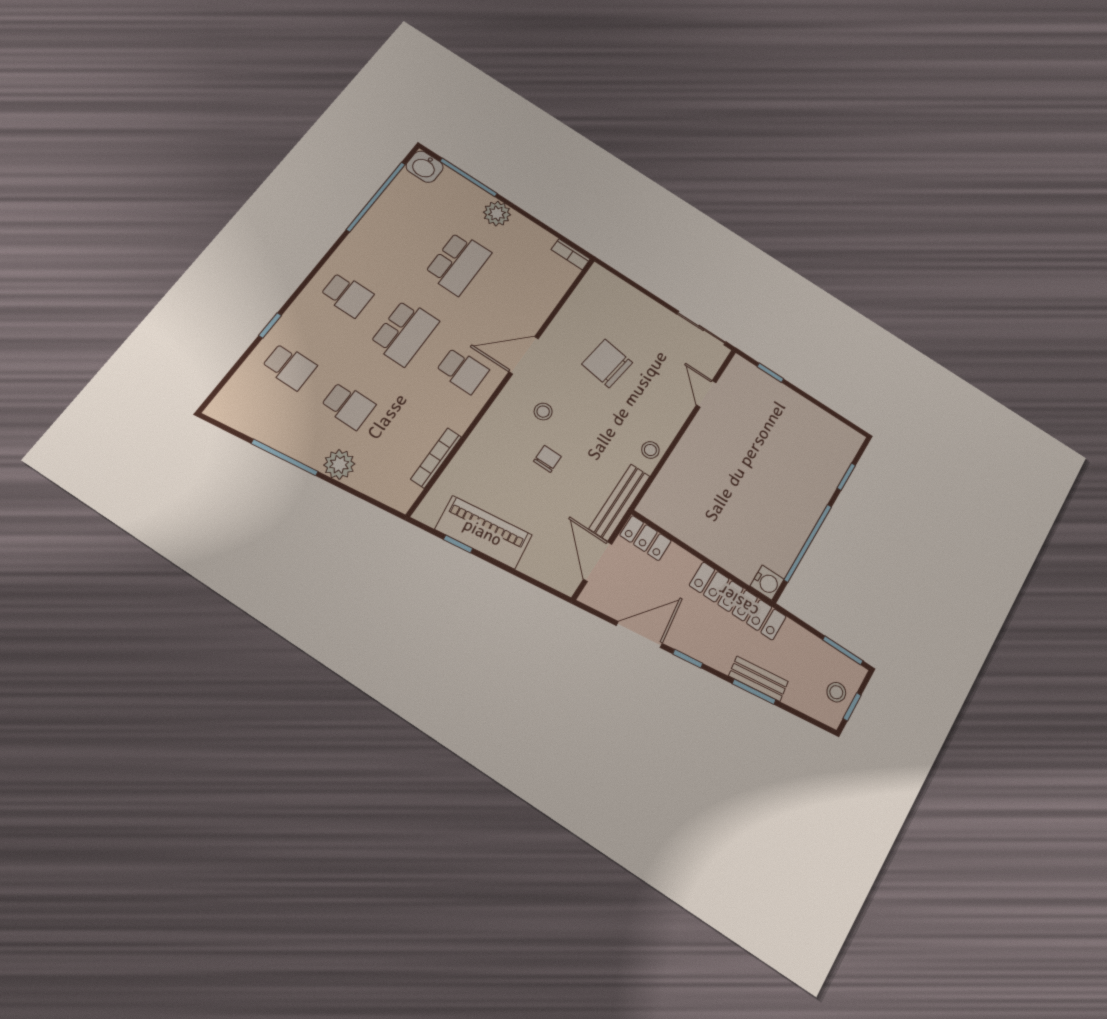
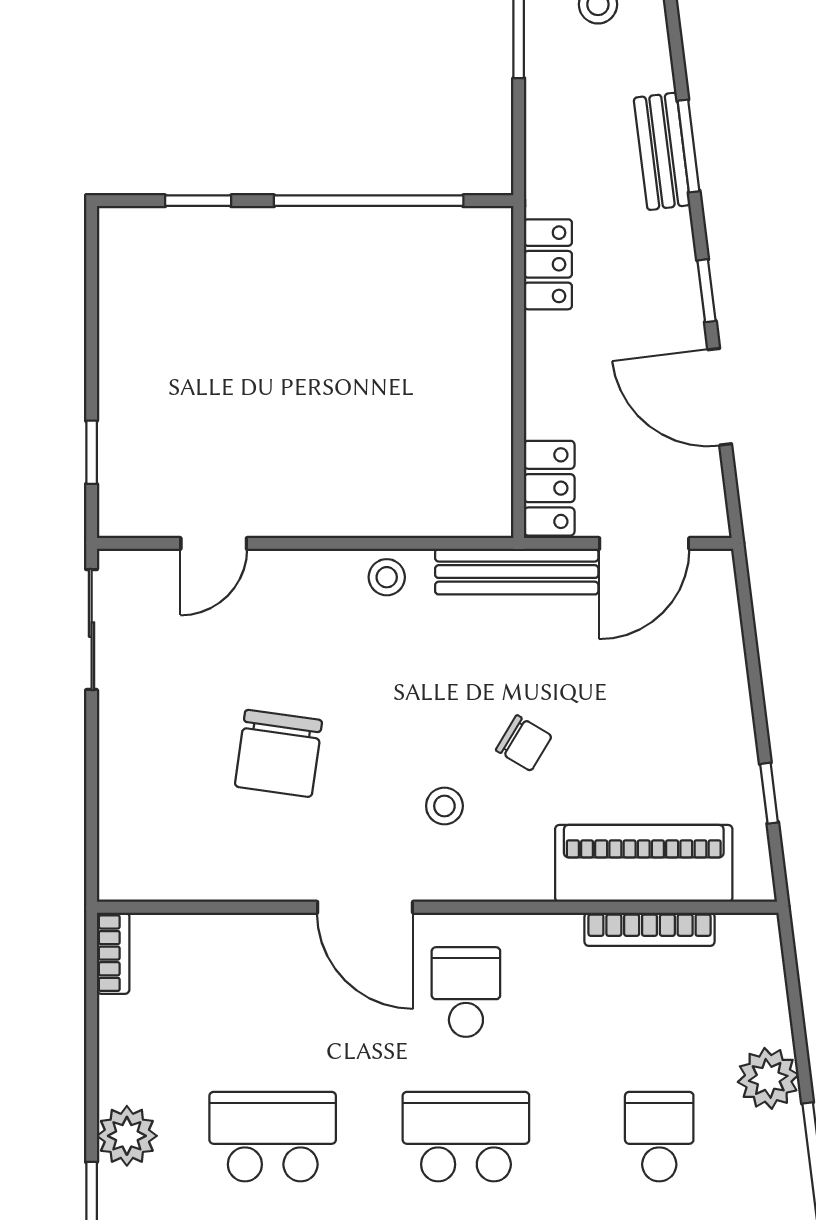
chair: (547, 459) -> (524, 743), turned -149
piano: (483, 532) -> (644, 863), moved, turned 97
water cooler: (767, 583) -> (487, 232), removed
locker: (738, 601) -> (548, 264), width x0.46, depth x0.83

